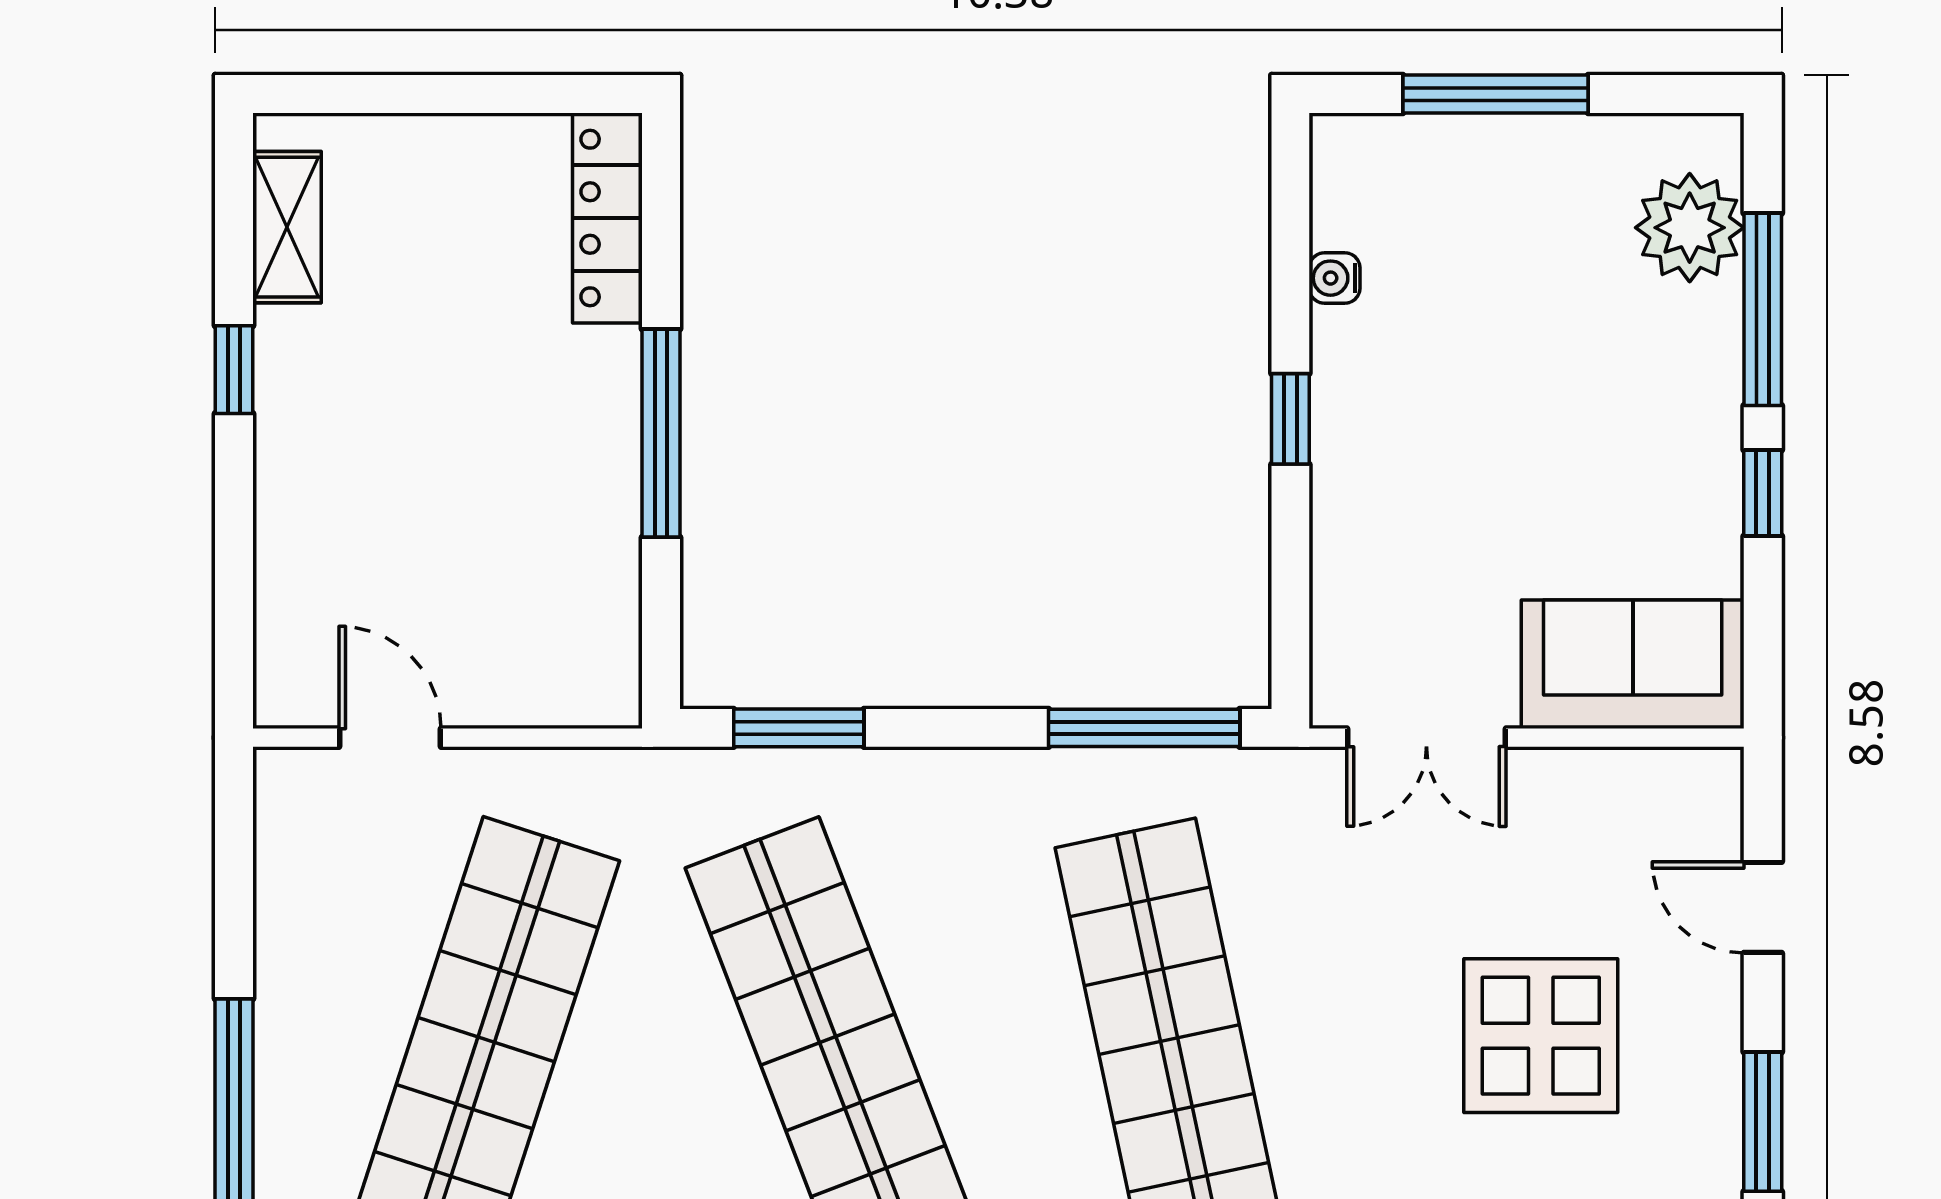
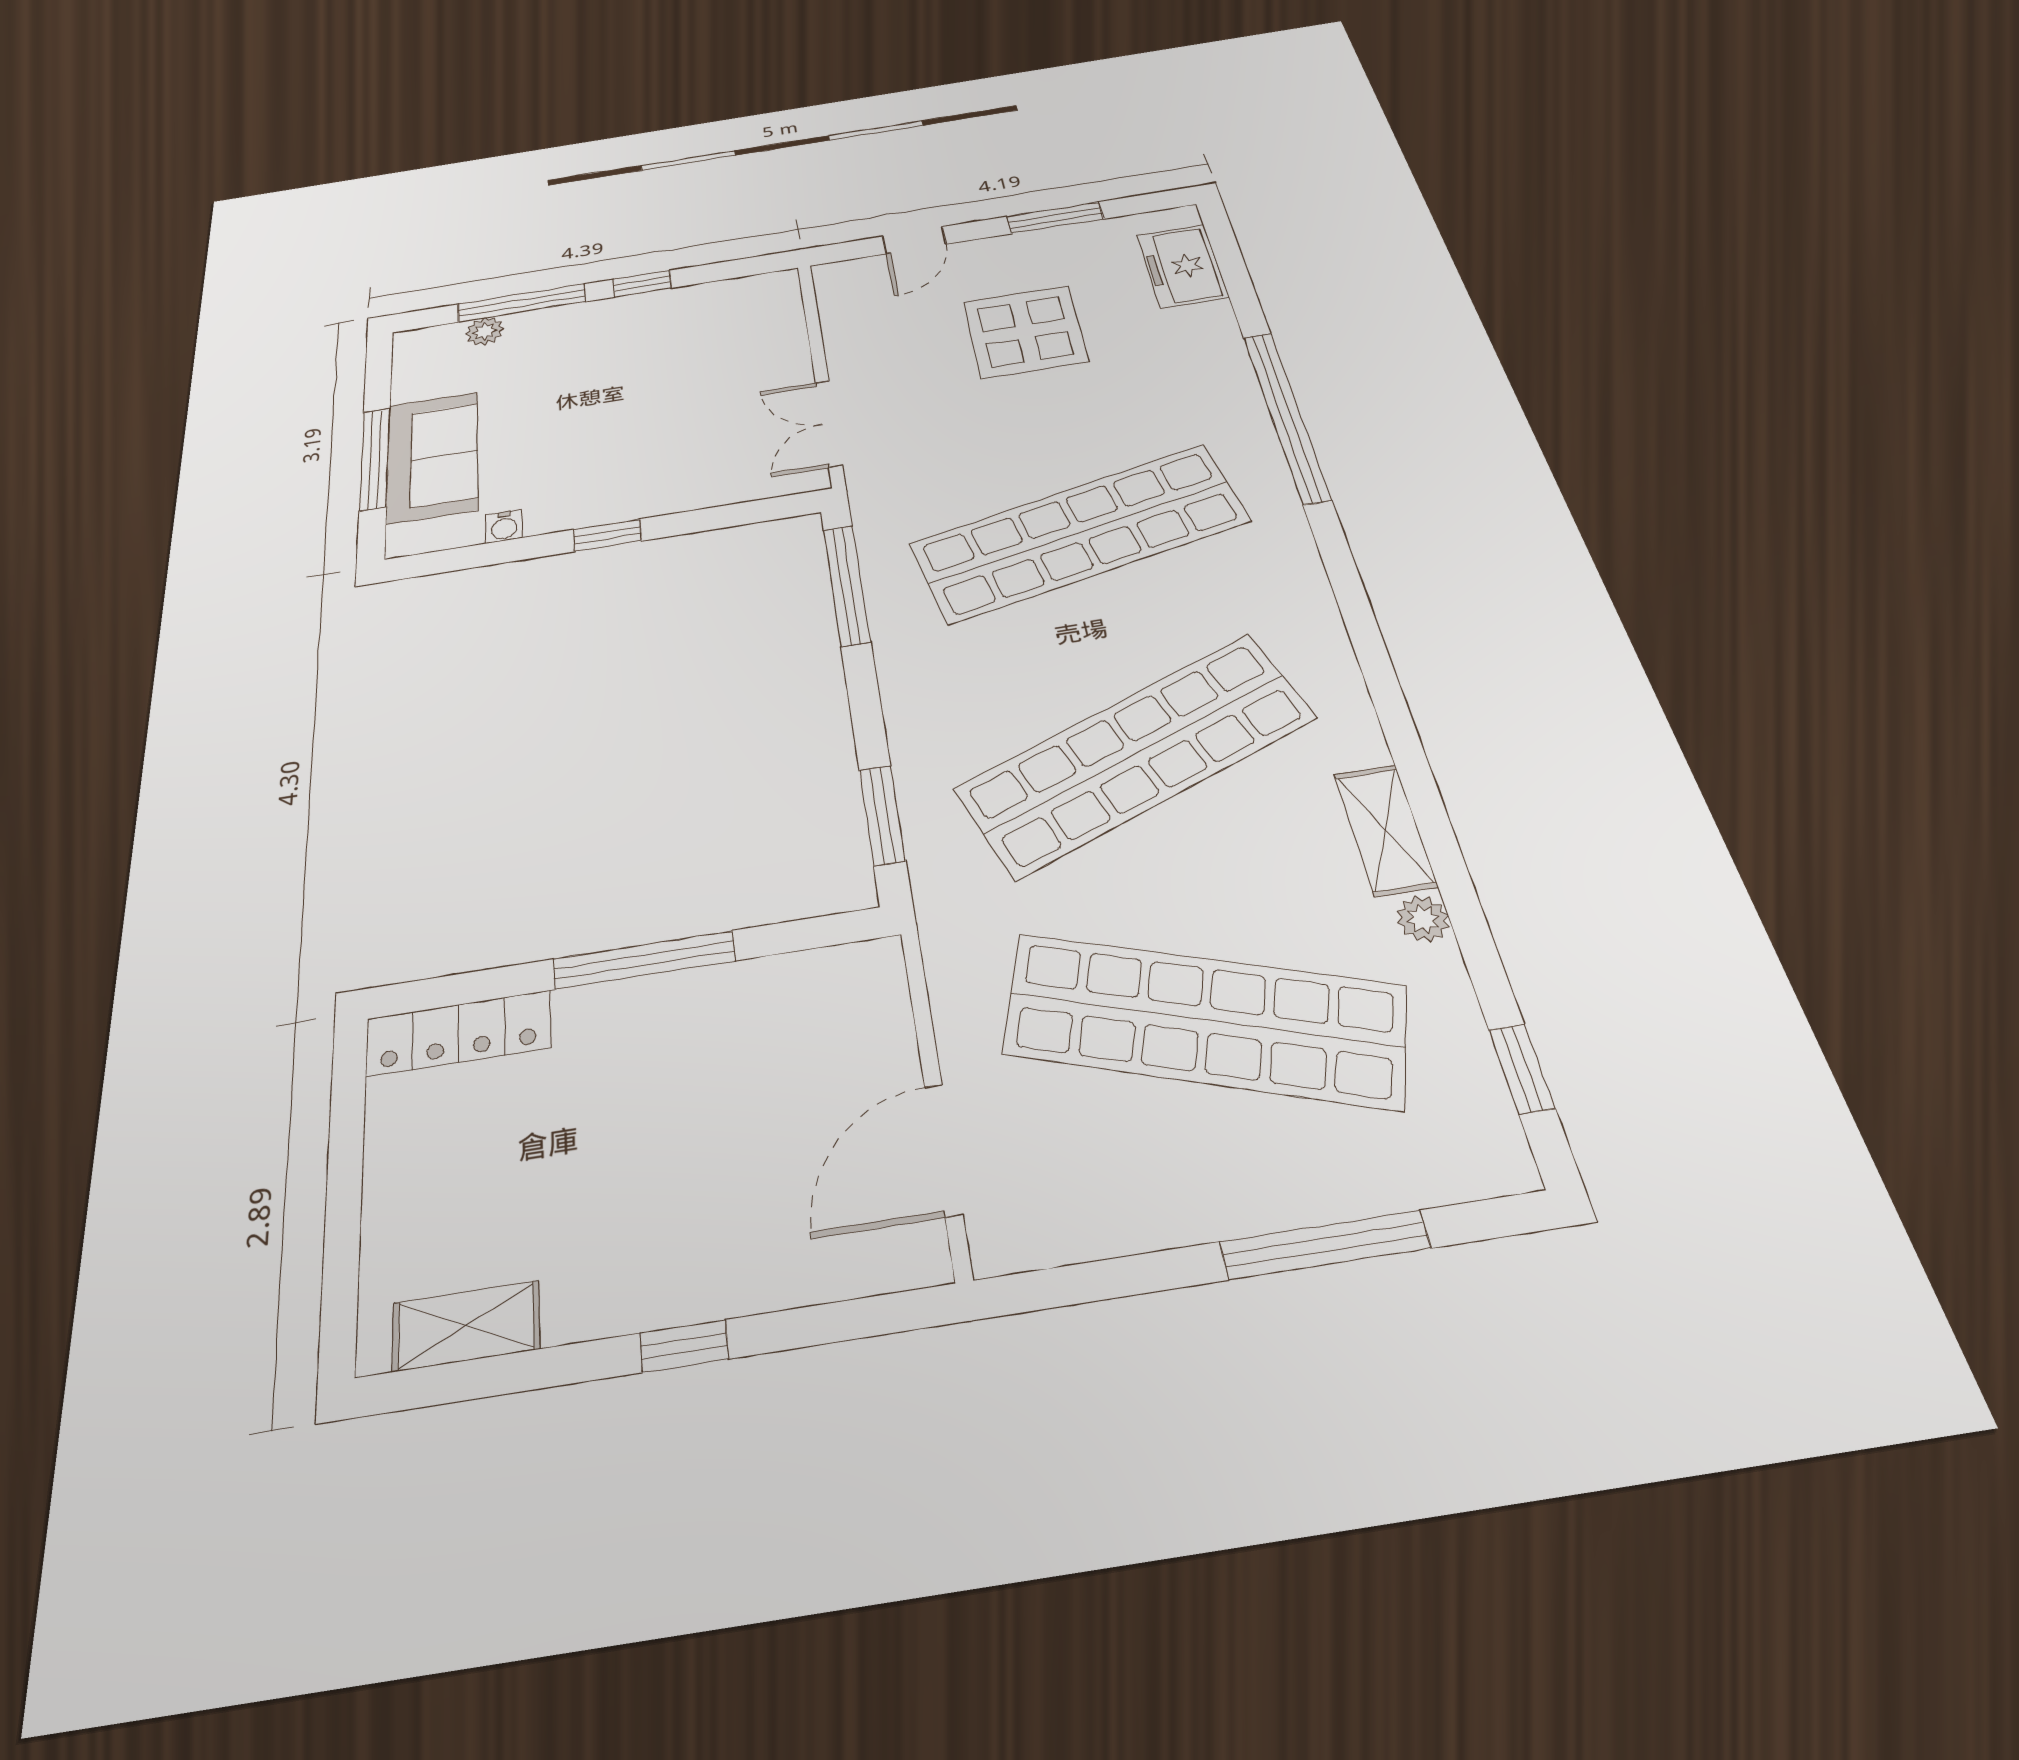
plant: (1690, 228) -> (485, 331), width x0.53, depth x0.53
window: (234, 370) -> (684, 1346), moved
sofa: (1633, 664) -> (433, 457), moved, turned 180
door: (390, 738) -> (943, 1150), width x1.38
double door: (1426, 738) -> (829, 423), swing flipped

